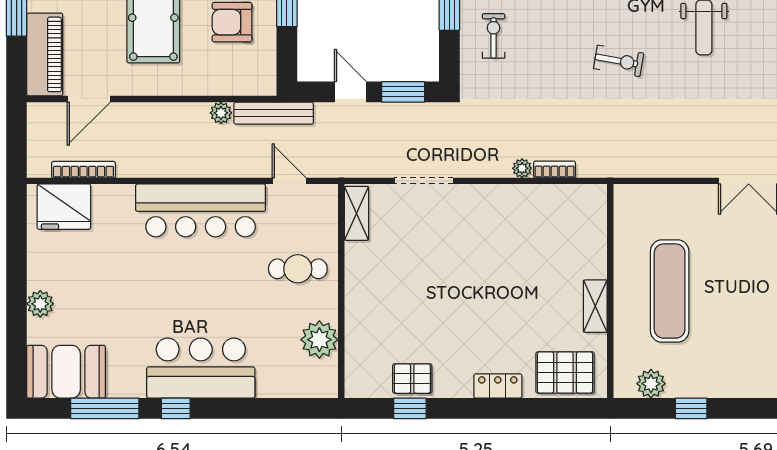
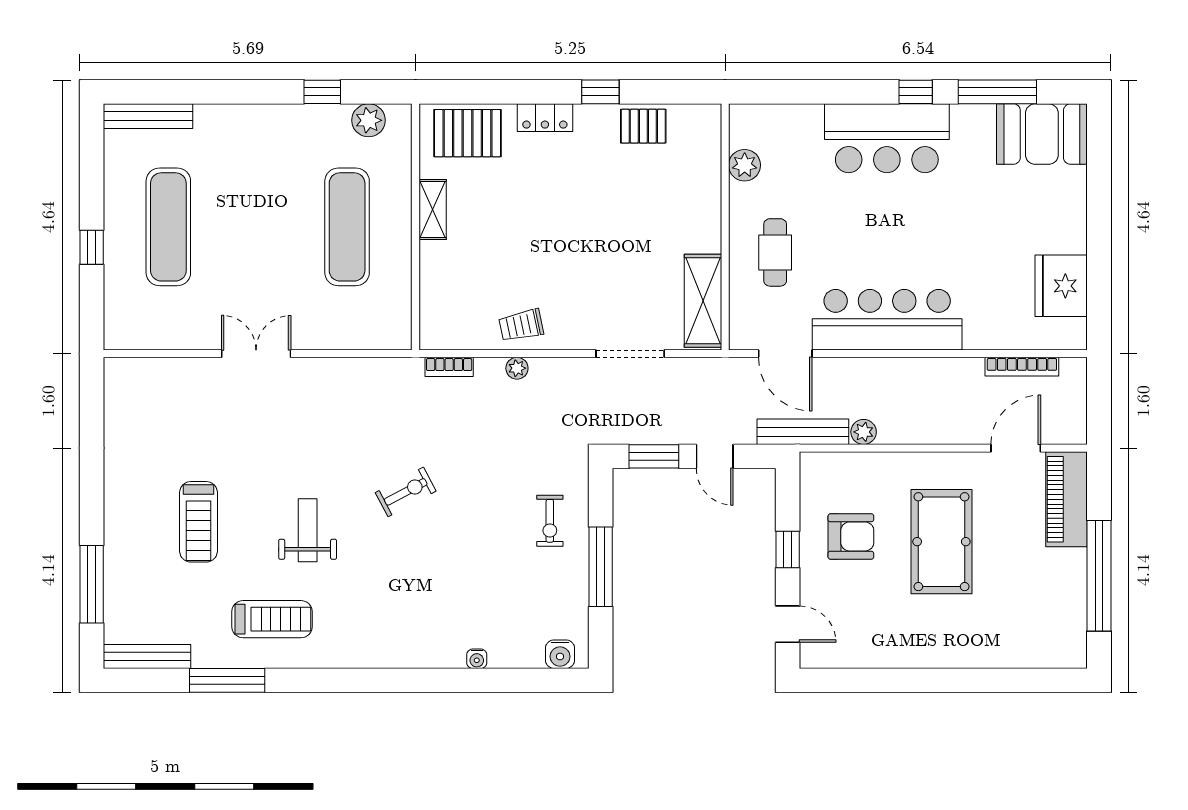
exercise bike: (619, 61) -> (406, 492), turned 142
bookcase: (555, 169) -> (449, 367), moved
door: (289, 181) -> (785, 354), width x1.38
trolley: (518, 206) -> (521, 325), added
fridge: (64, 207) -> (1061, 286), moved, turned -90
shelving: (356, 213) -> (703, 301), width x1.50, depth x1.33
cafe table: (298, 269) -> (775, 252), turned 90
plant: (40, 304) -> (1072, 212), removed
plant: (319, 340) -> (745, 165), width x0.73, depth x0.73
window: (410, 408) -> (600, 92), moved

